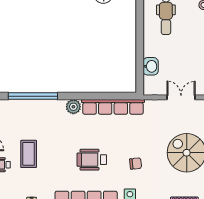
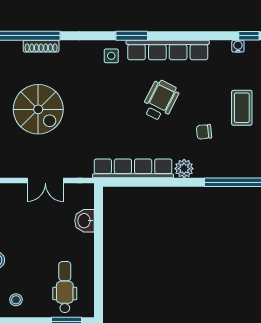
wheelchair: (92, 160) -> (160, 100), turned -63
chair: (136, 164) -> (204, 132), moved

